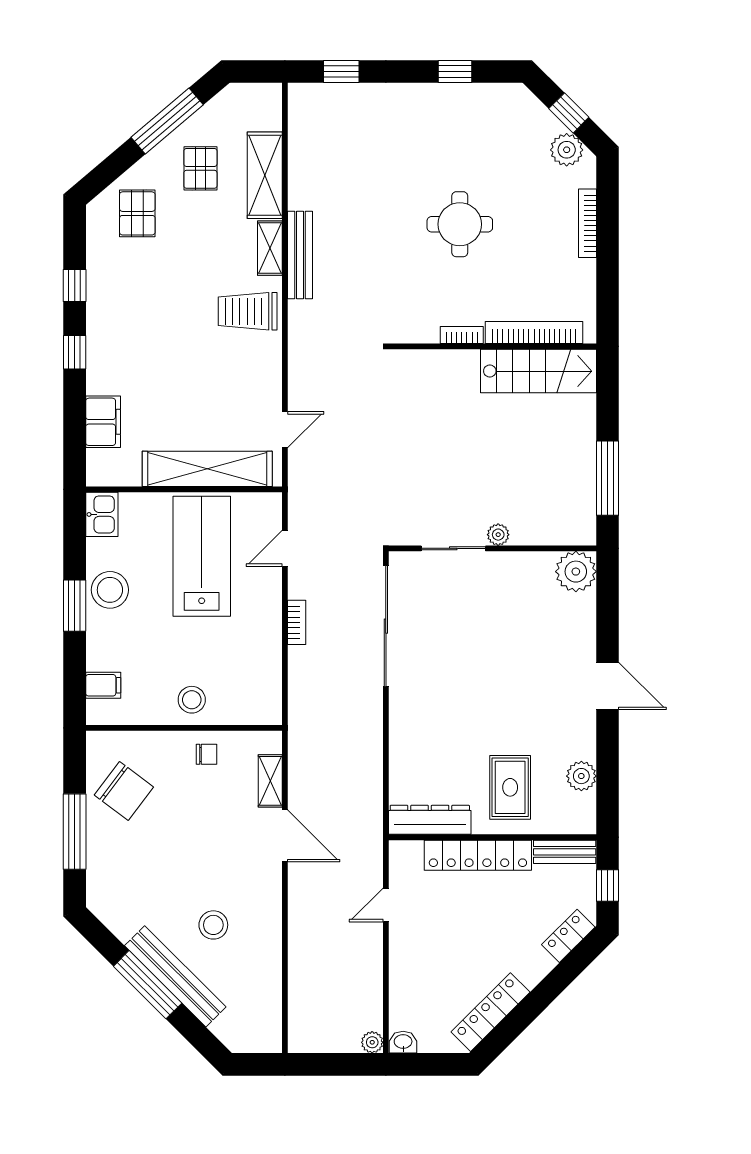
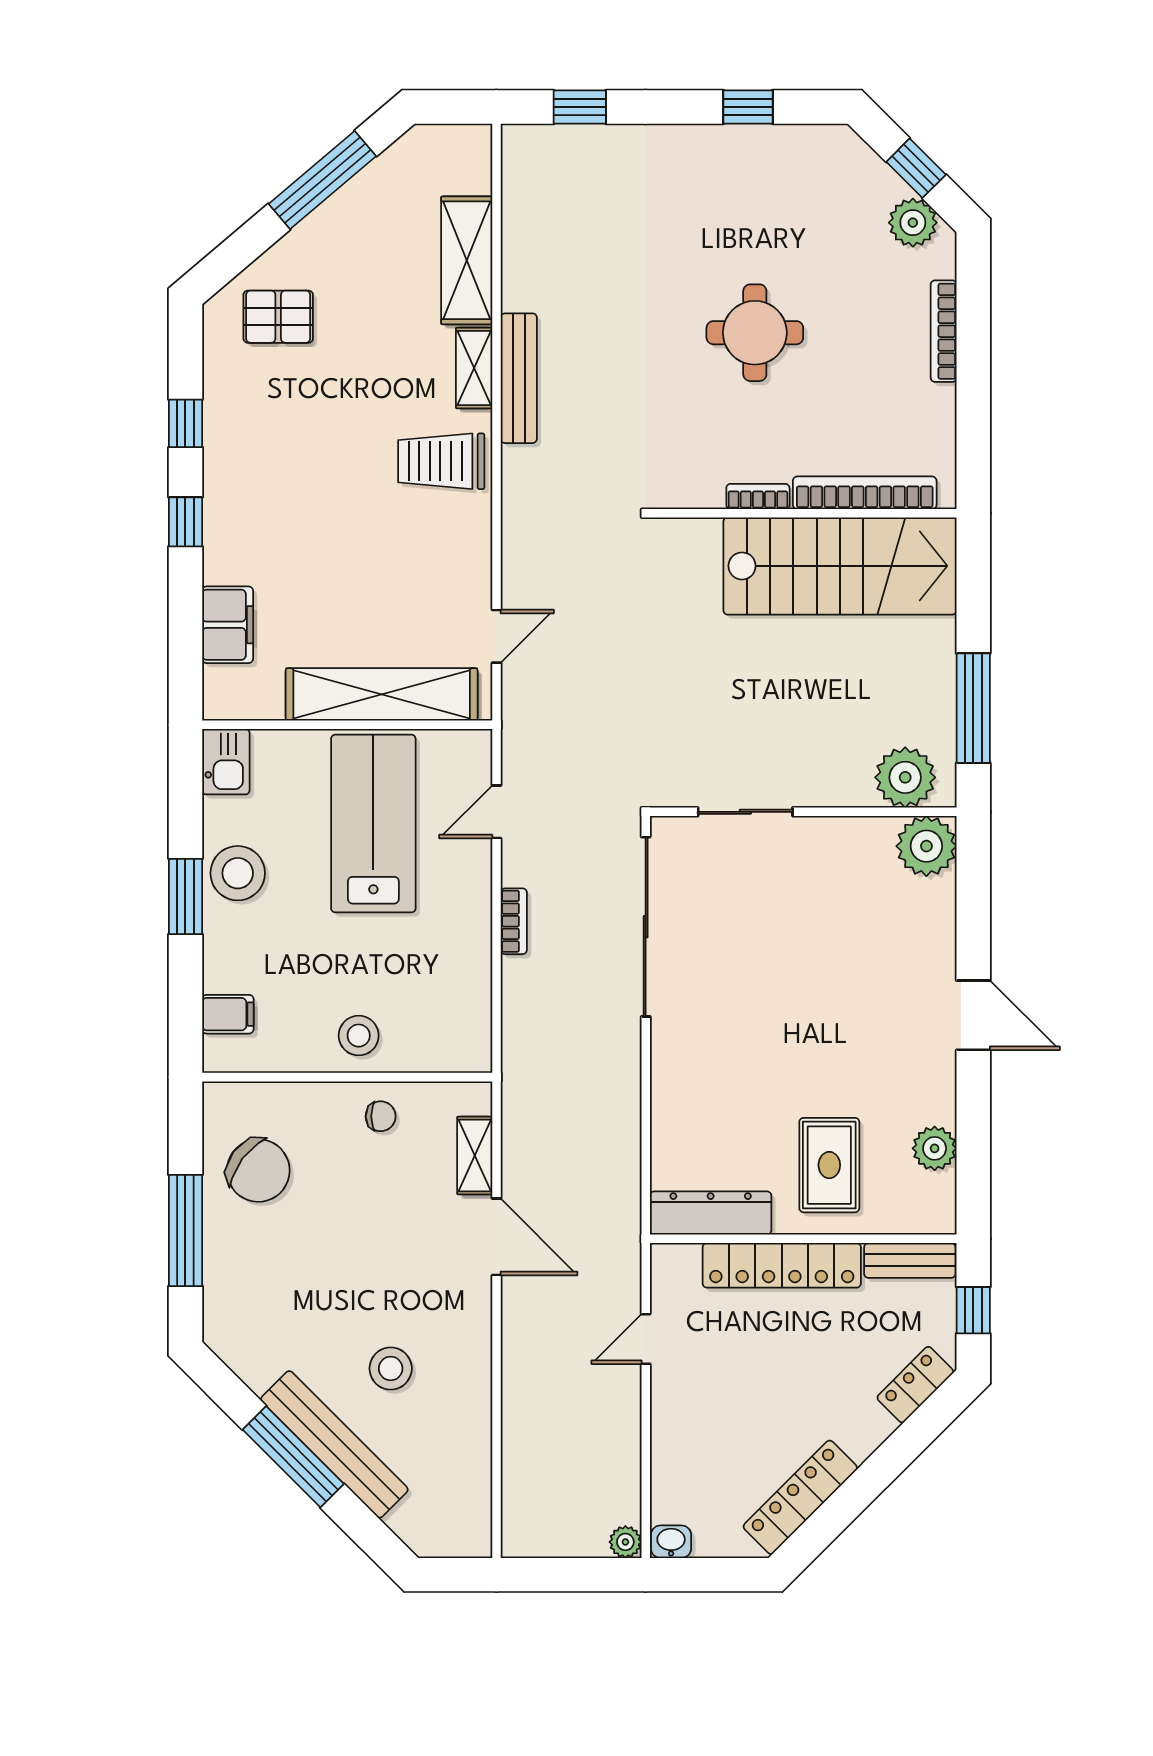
pallet: (200, 168) -> (372, 250), removed
pallet: (137, 213) -> (278, 317), turned 90
stairs: (538, 371) -> (840, 566), width x1.36, depth x1.51
plant: (498, 535) -> (905, 777), moved, width x1.87, depth x1.87

